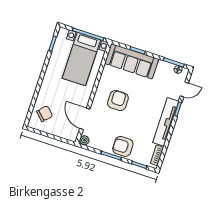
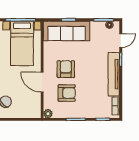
door: (85, 119) -> (42, 82), moved
armchair: (123, 146) -> (67, 93), moved, turned 180

